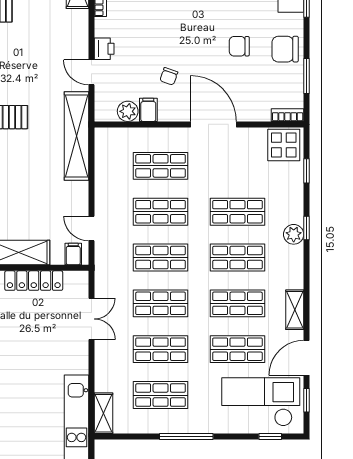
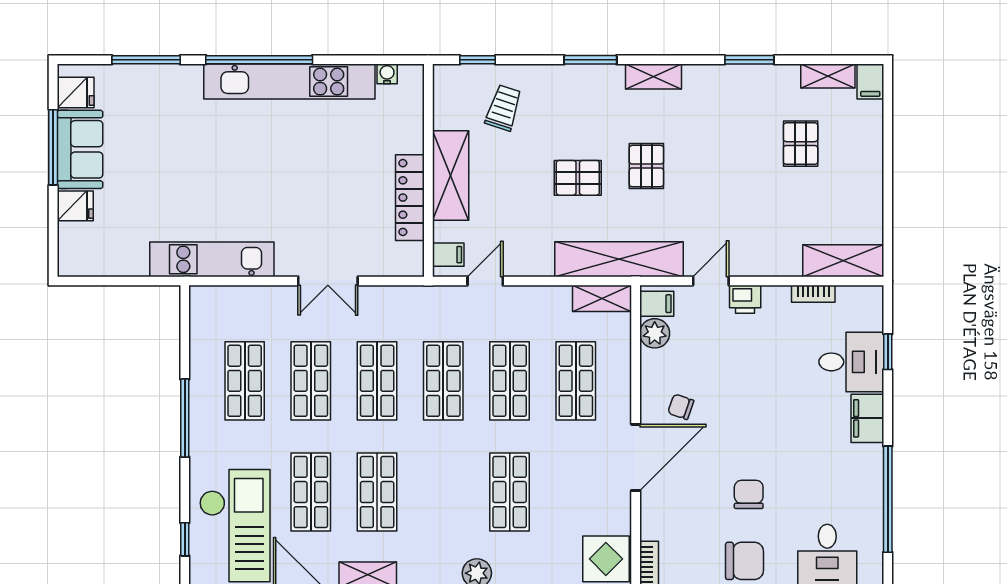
chair: (285, 49) -> (745, 561), turned 90
chair: (169, 76) -> (681, 407), moved
filing cabinet: (148, 110) -> (657, 304), moved
pallet: (20, 164) -> (578, 178), added
shop shelf: (237, 258) -> (443, 492), removed
double door: (91, 319) -> (328, 281), moved
shelving: (104, 413) -> (602, 298), moved

